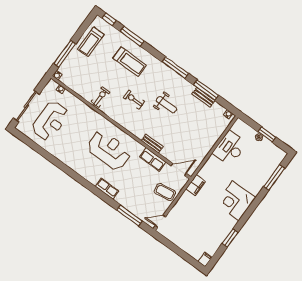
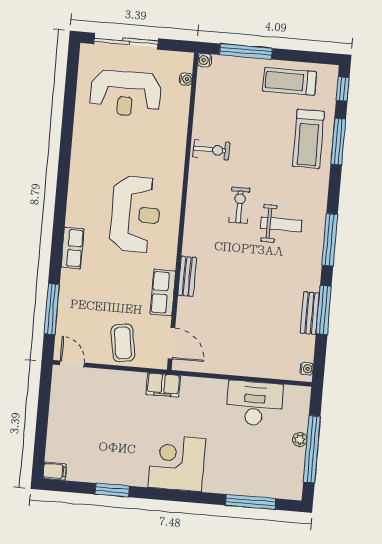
treadmill: (130, 62) -> (308, 139), moved
weight bench: (167, 105) -> (281, 224), moved, turned -90
window: (267, 134) -> (312, 449), width x2.11

